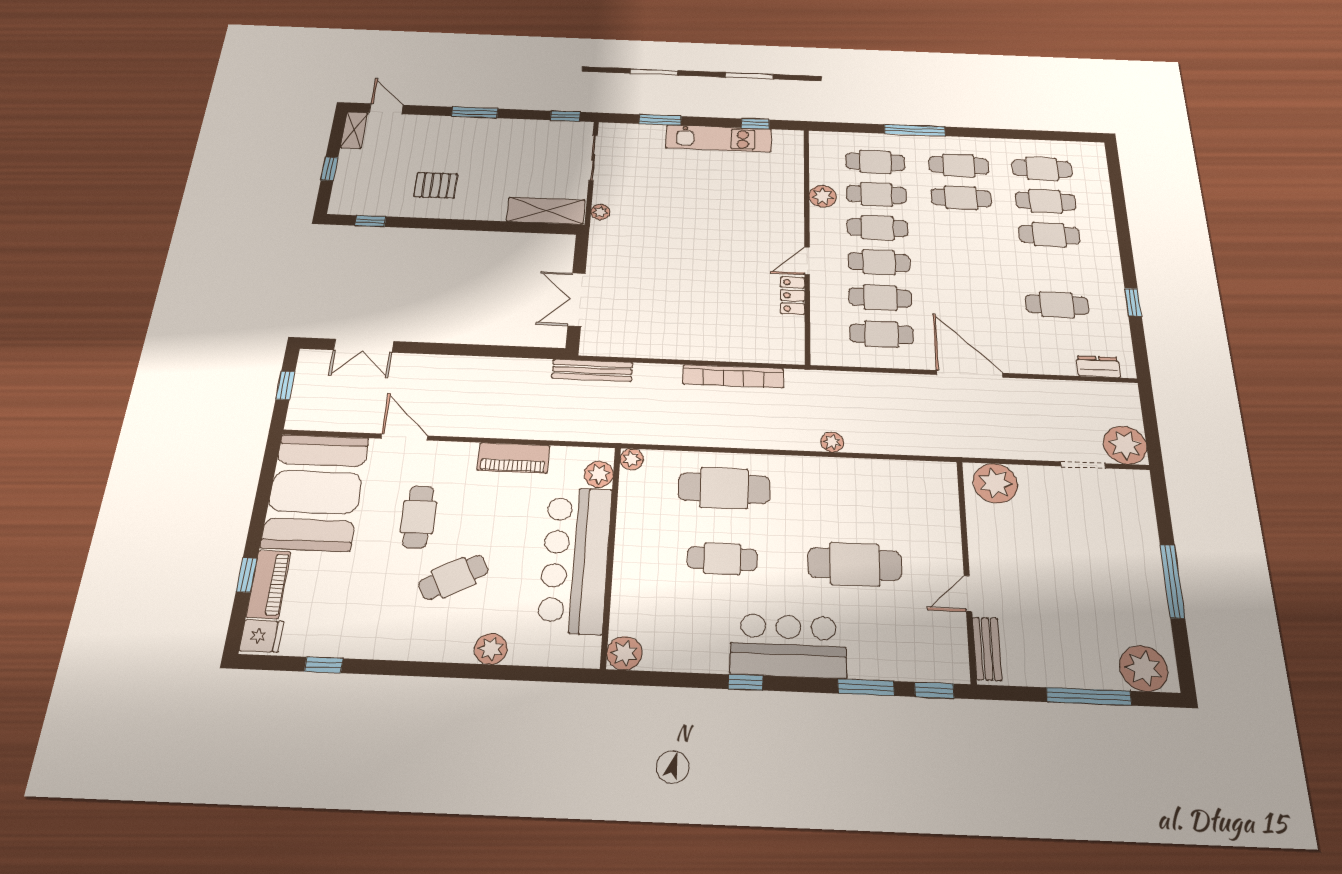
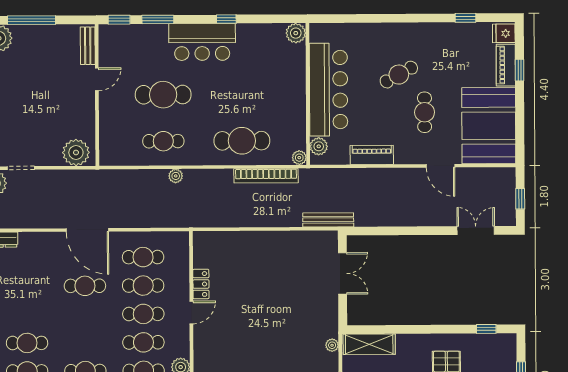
cafe table: (1057, 305) -> (85, 286), moved
bookcase: (733, 376) -> (266, 176), moved, turned 180
cafe table: (722, 559) -> (163, 141), moved
plant: (491, 649) -> (372, 32), removed

